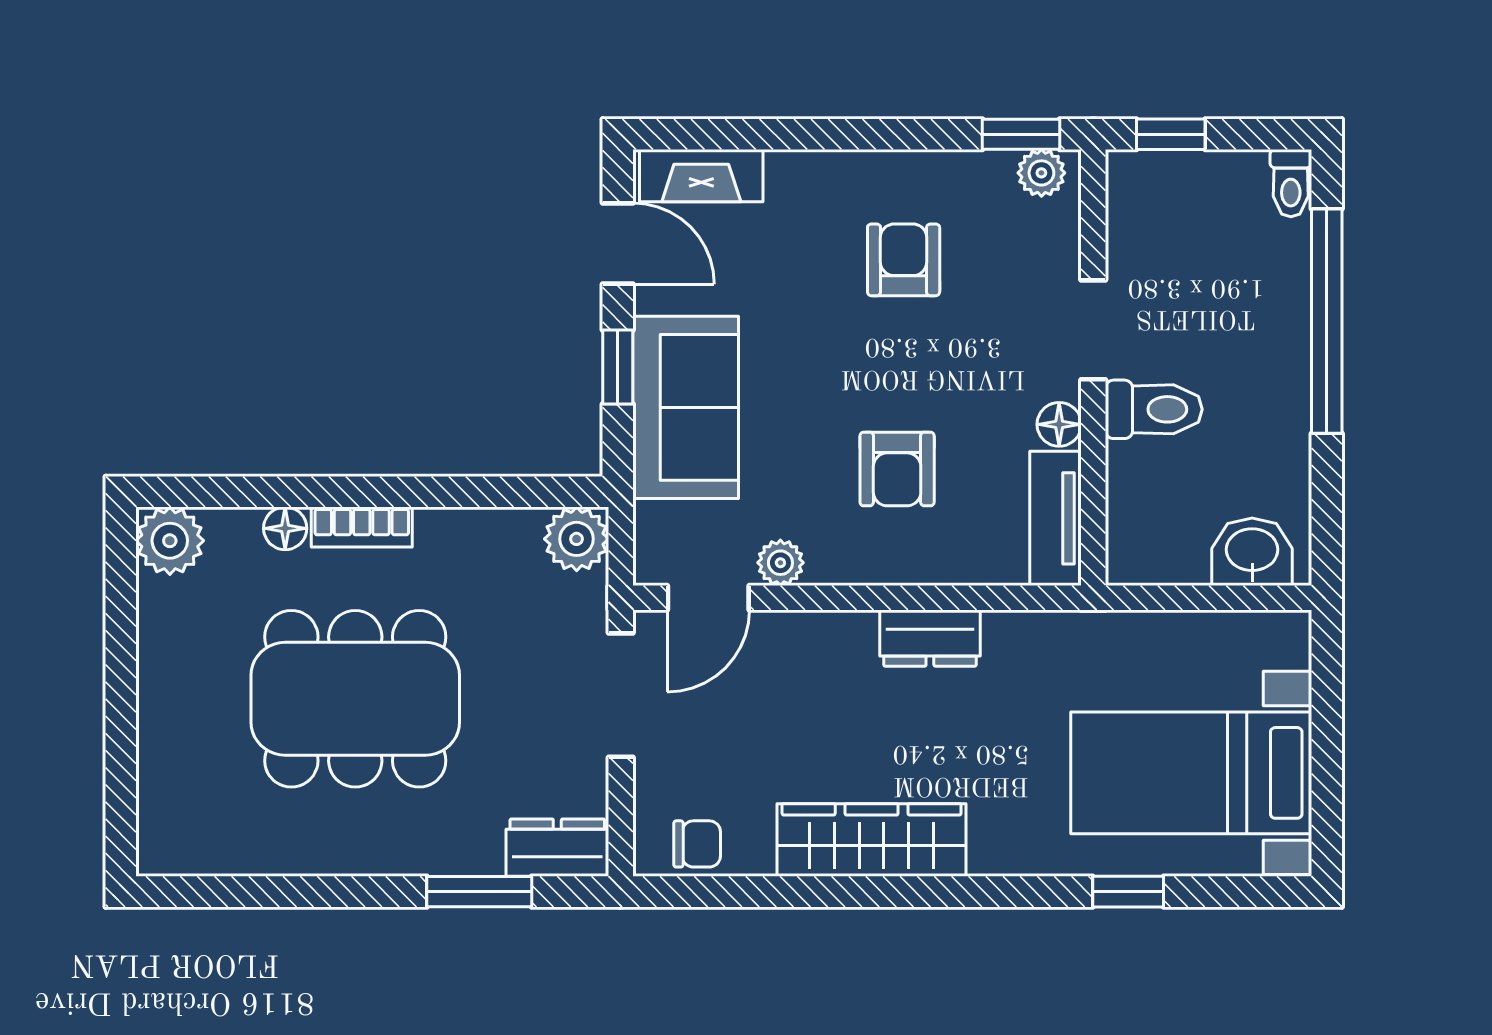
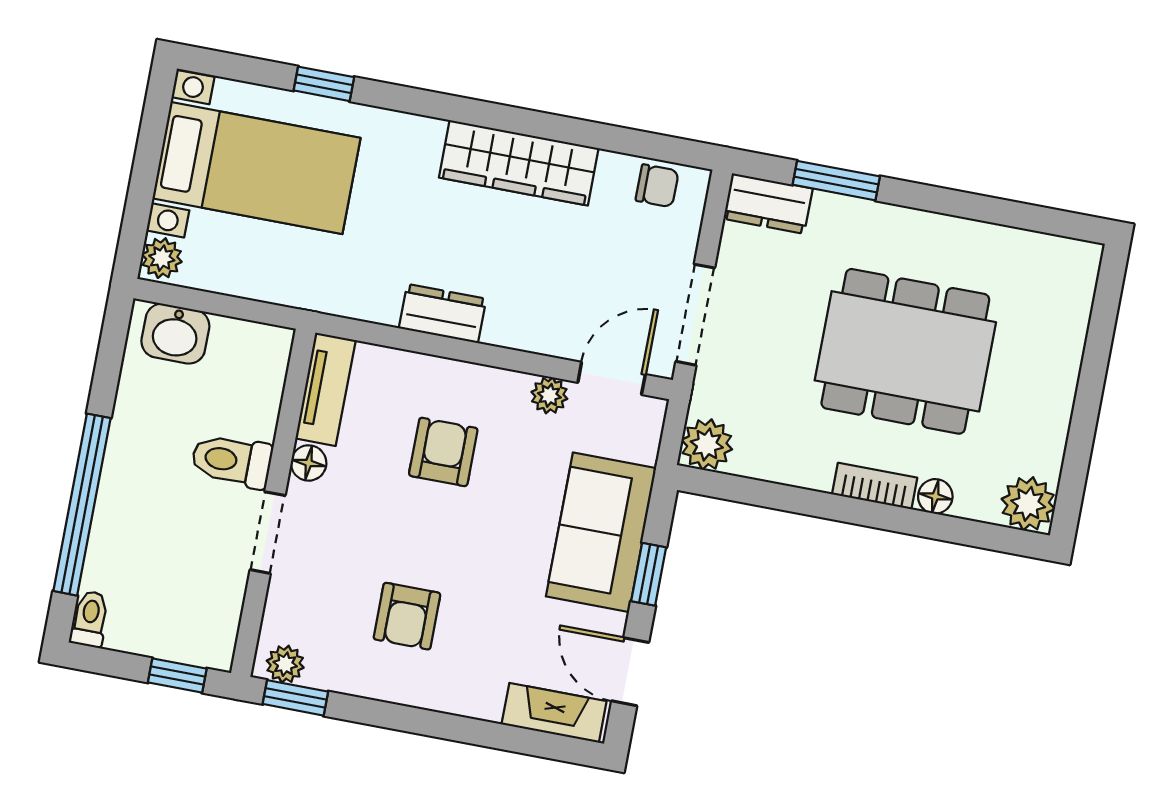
plant: (1286, 641) -> (162, 258), added
chair: (697, 844) -> (657, 186), turned 180

